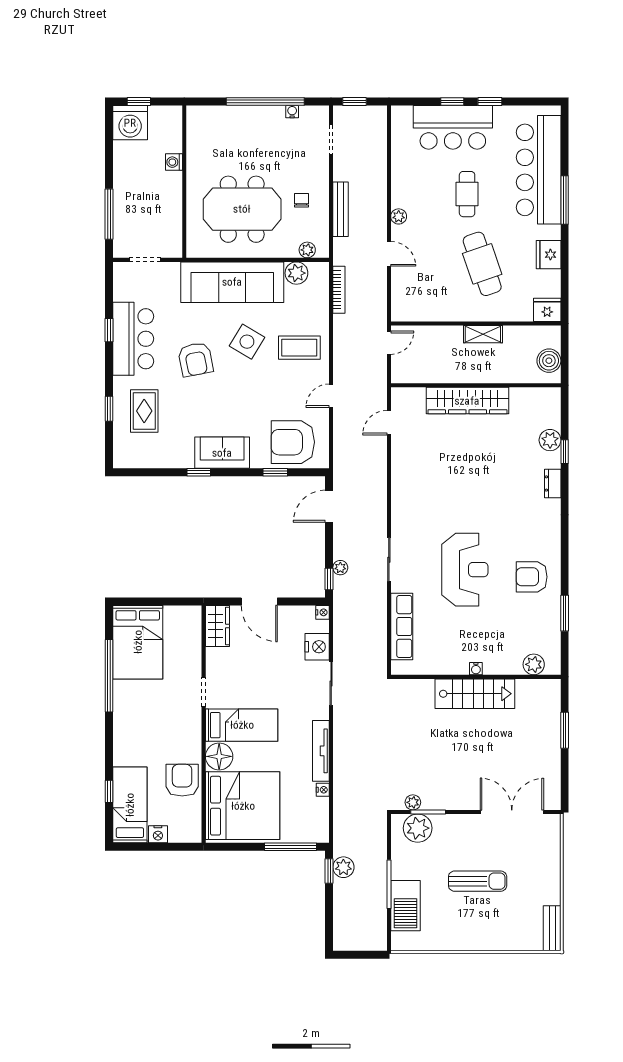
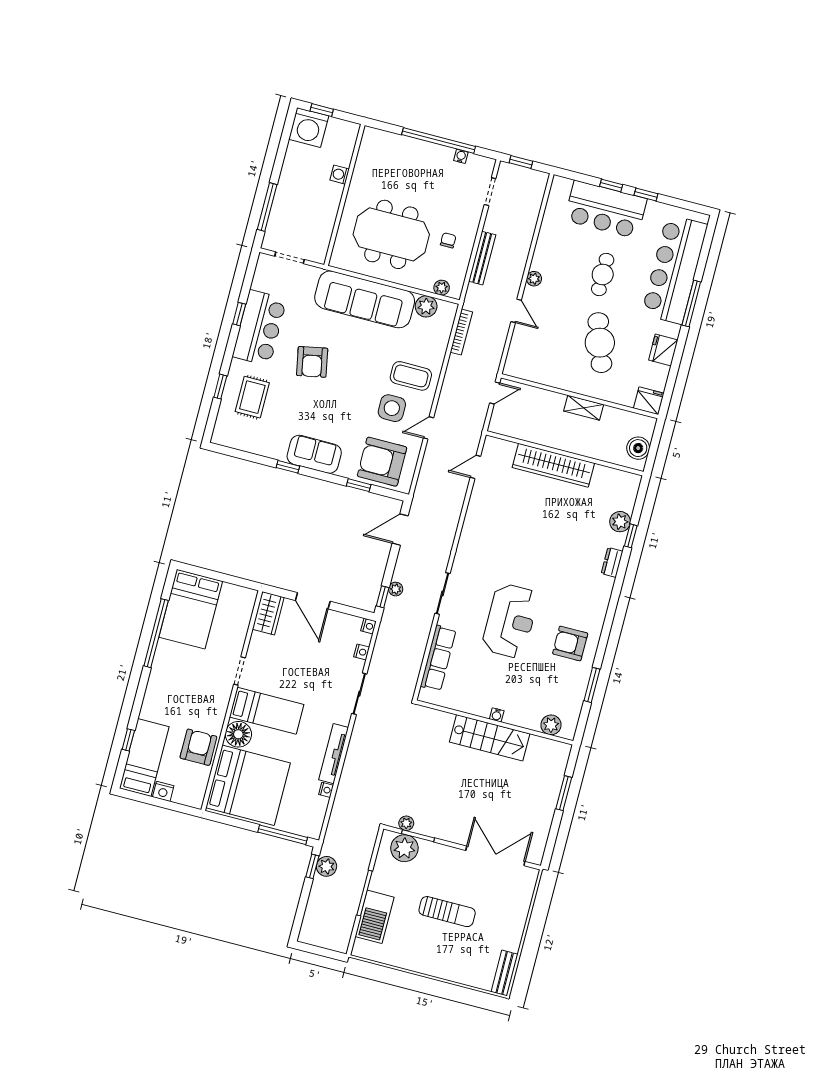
side table: (247, 342) -> (392, 408), moved, turned -31
nightstand: (317, 647) -> (362, 652), width x0.53, depth x0.56

